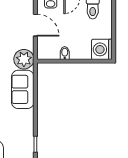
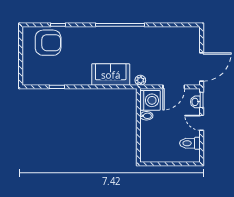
washing machine: (102, 49) -> (150, 100), moved, turned 90
plant: (24, 59) -> (140, 80), width x0.53, depth x0.53

